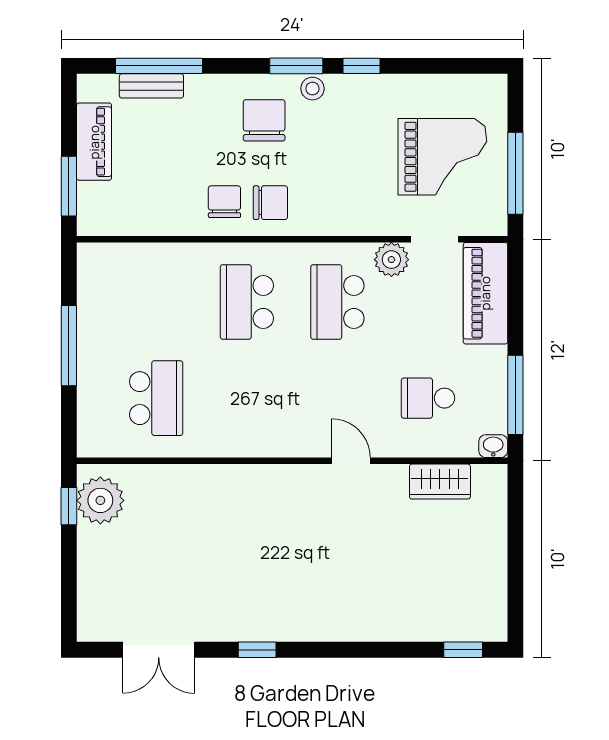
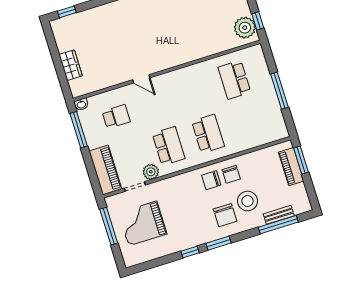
stool: (312, 89) -> (247, 201), moved, width x1.89, depth x1.89
piano: (94, 142) -> (291, 167), moved
wardrobe: (440, 482) -> (71, 65), moved, turned 90

